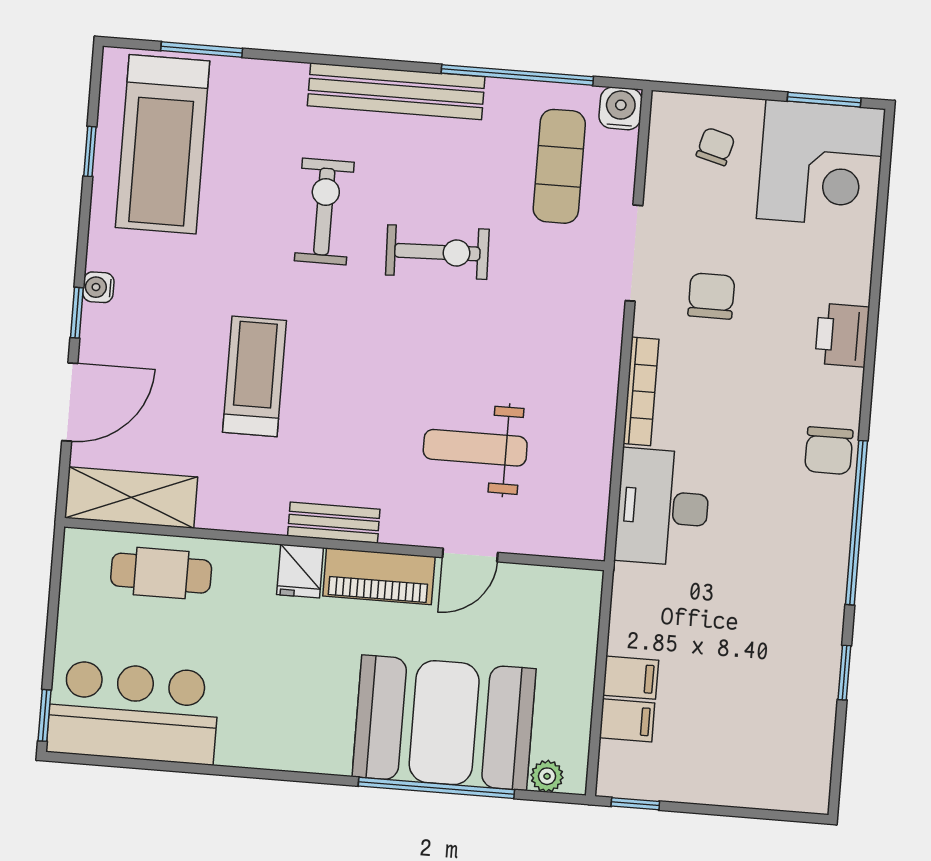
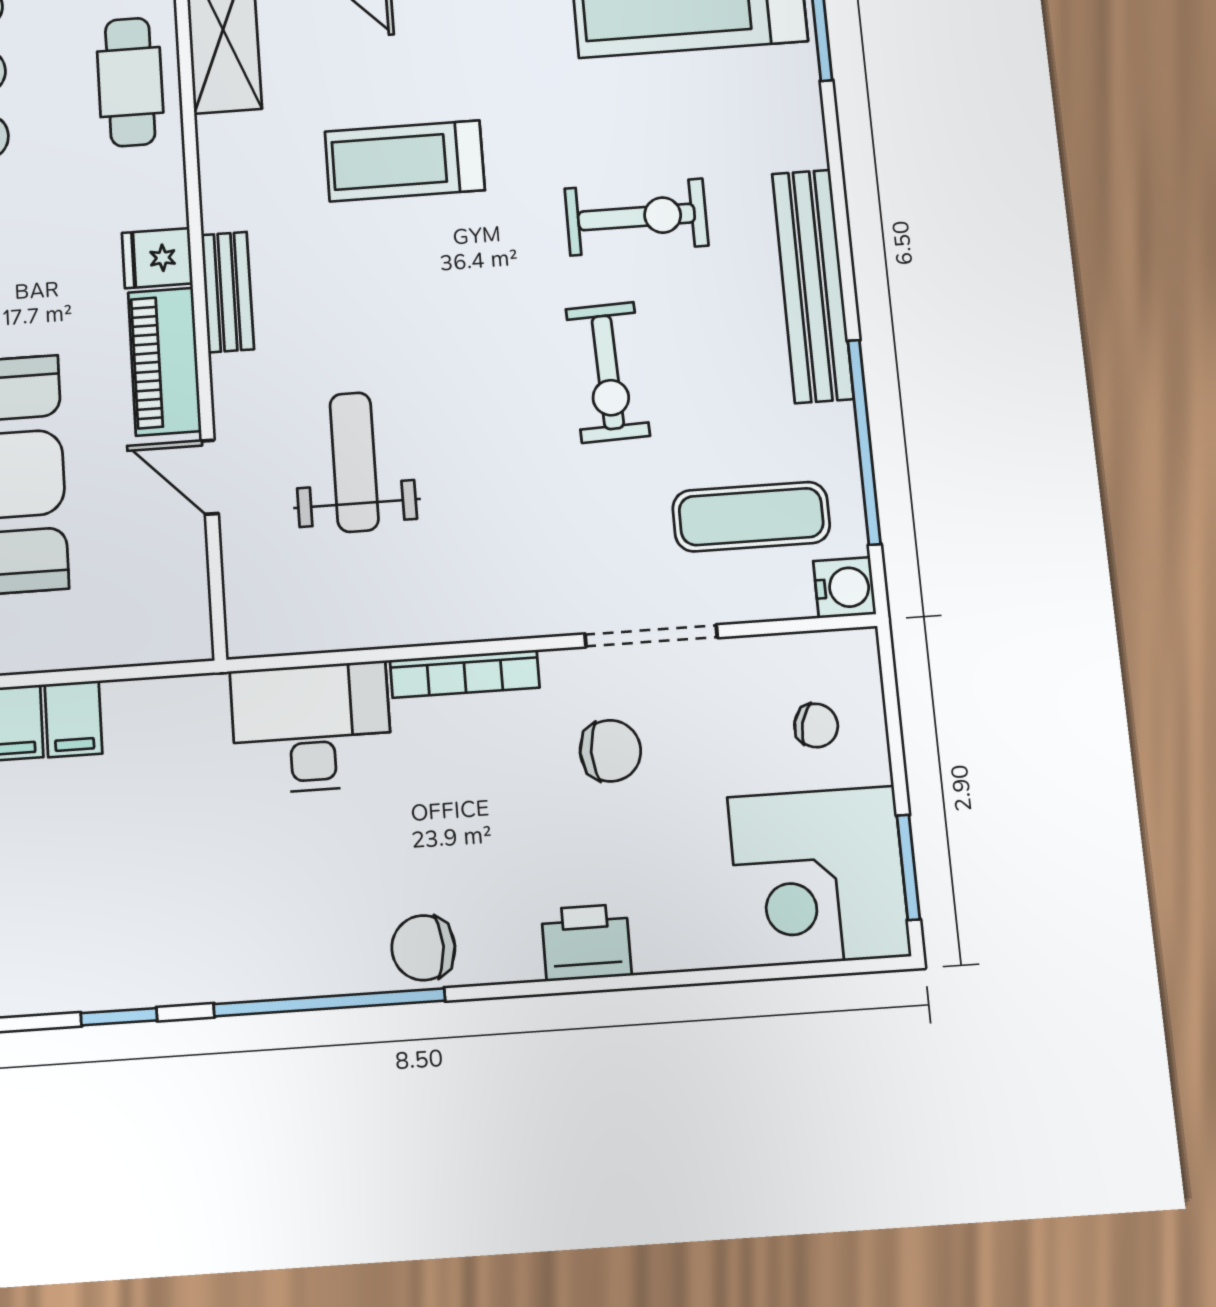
treadmill: (254, 376) -> (405, 161), turned 180

